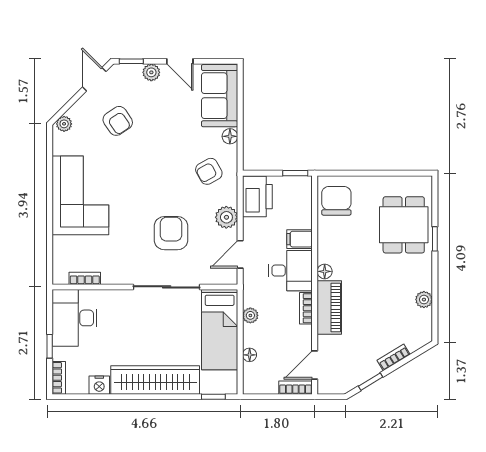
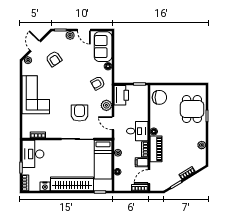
door: (94, 79) -> (35, 46), moved
chair: (336, 201) -> (159, 97), turned 90
filing cabinet: (300, 239) -> (142, 162), moved
door: (240, 254) -> (113, 123), hinge flipped

